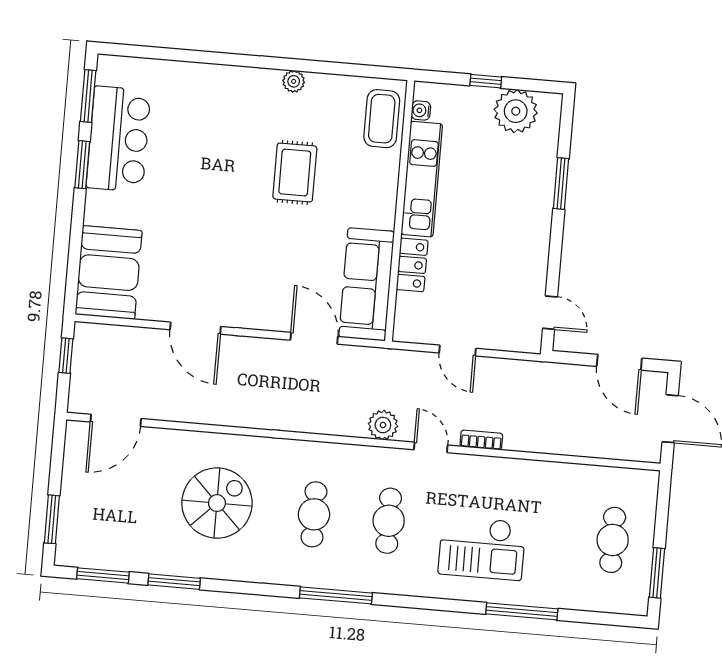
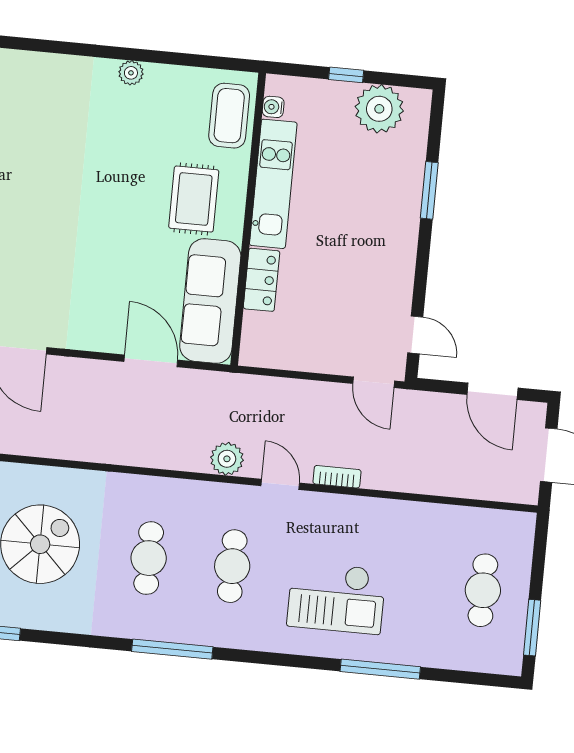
rug: (295, 172) -> (194, 199), moved
door: (458, 351) -> (374, 382), moved

